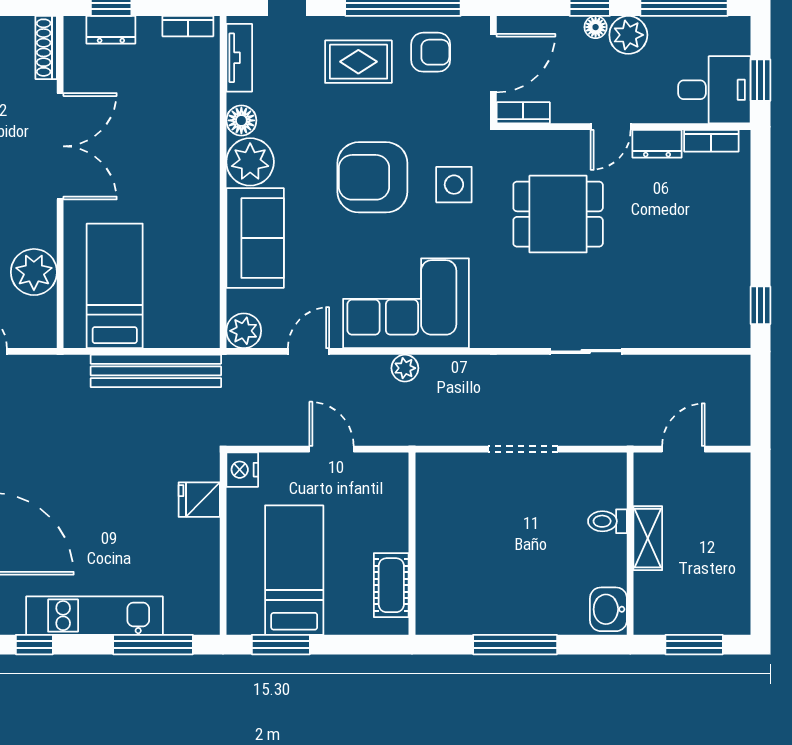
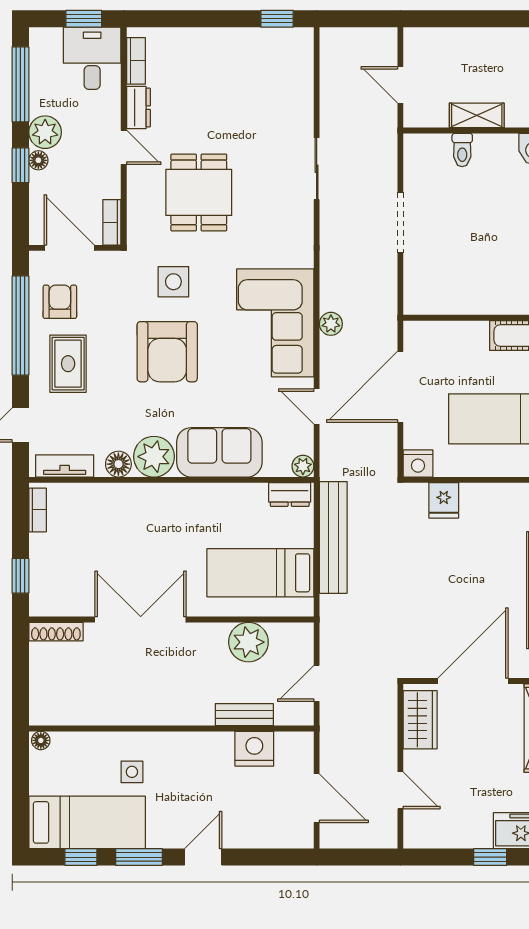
dresser: (111, 30) -> (290, 494), moved, turned 90
plant: (244, 331) -> (303, 466), width x0.73, depth x0.73
door: (332, 449) -> (400, 387), width x1.88

